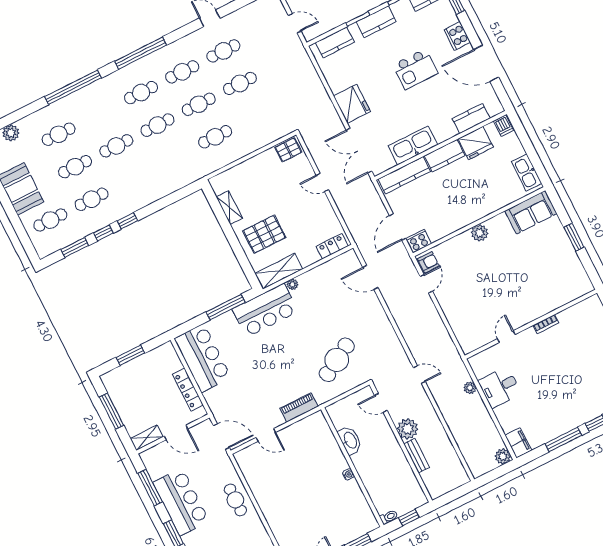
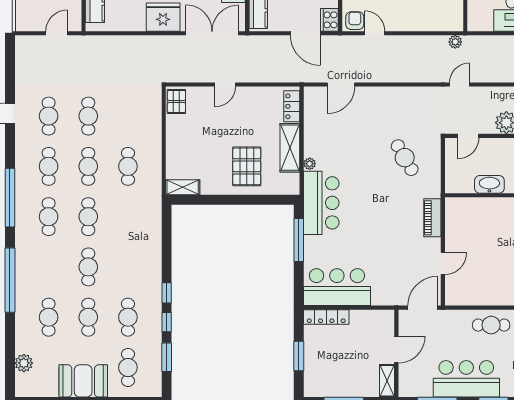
double door: (359, 151) -> (212, 33), swing flipped
shelving: (229, 208) -> (183, 187), moved
shelving: (279, 271) -> (290, 148), moved
cafe table: (337, 360) -> (405, 158), width x0.73, depth x0.74
plant: (470, 388) -> (455, 42), moved
locker: (188, 390) -> (326, 317), moved

